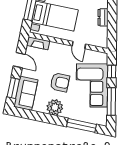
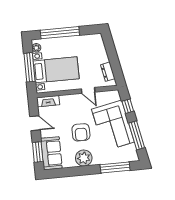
dresser: (103, 17) -> (108, 72), moved
armchair: (60, 82) -> (81, 132), turned 90

